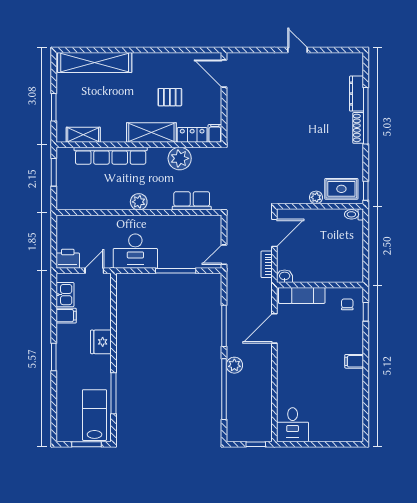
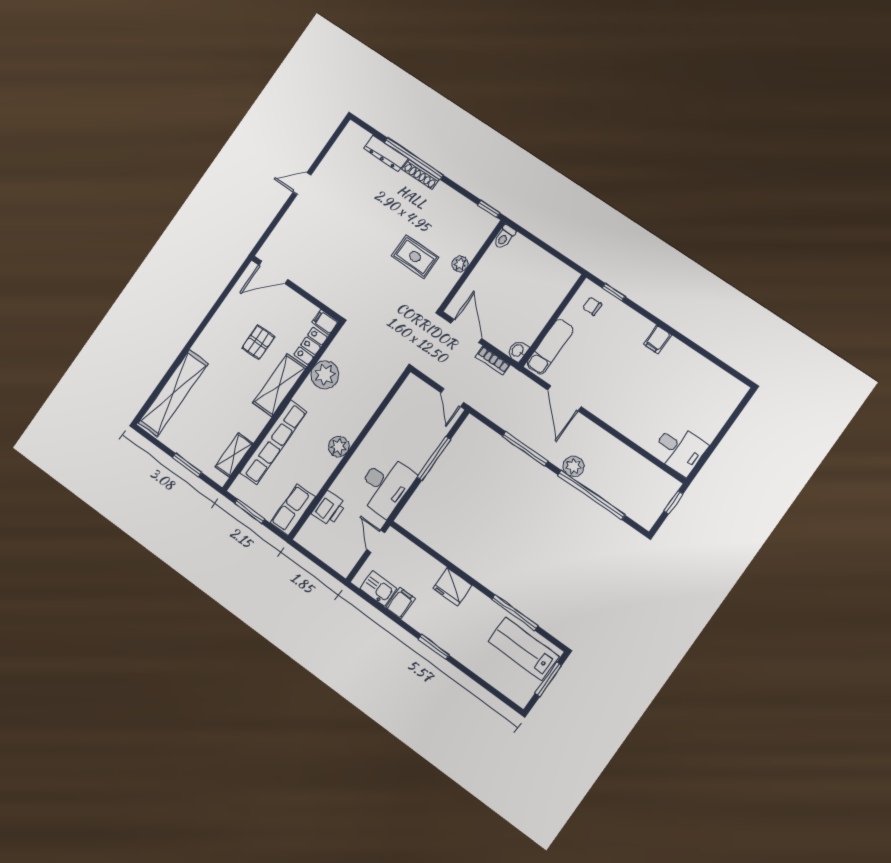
rug: (341, 189) -> (415, 257), moved, turned 90
row of seats: (192, 201) -> (293, 510), moved
printer: (68, 259) -> (329, 508), moved, turned 180

